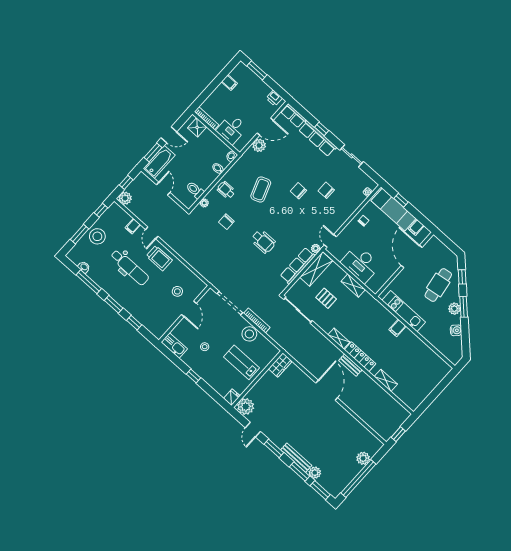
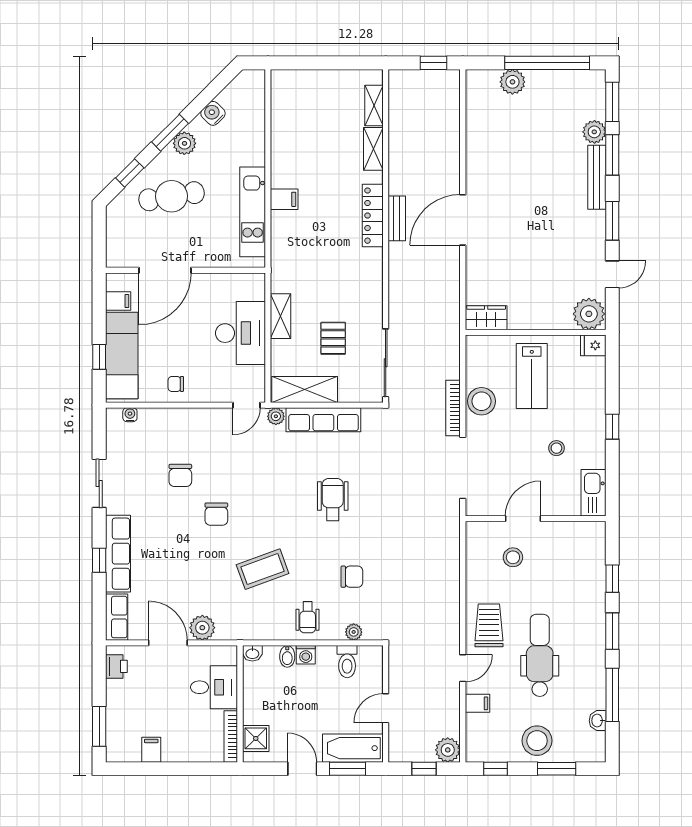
washing machine: (212, 176) -> (306, 655), added
shelving: (339, 338) -> (374, 105), moved

